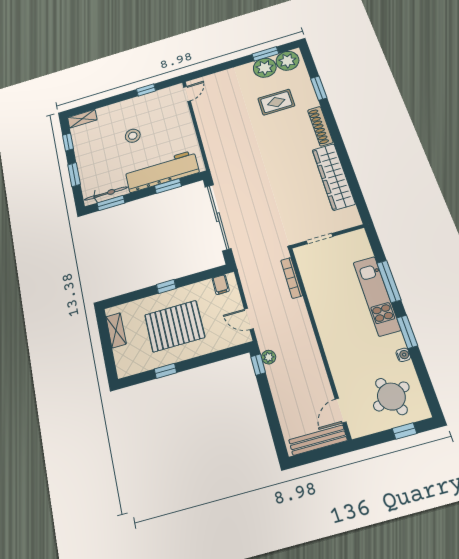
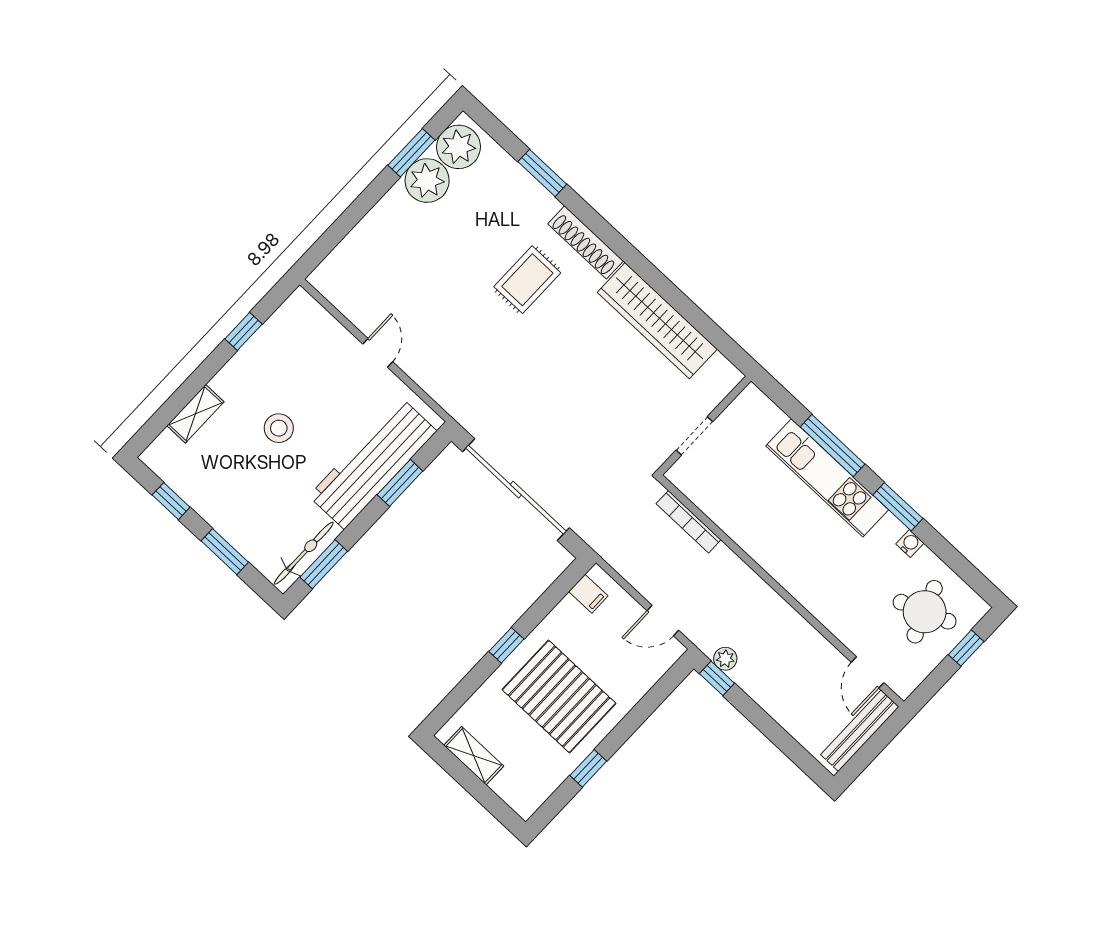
door: (187, 94) -> (378, 353), moved
rug: (276, 102) -> (527, 280), moved
shelving: (82, 119) -> (195, 414), moved
pallet: (175, 326) -> (559, 697), turned 90

